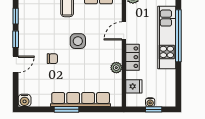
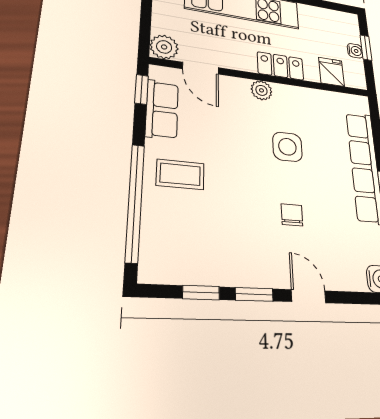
door: (124, 31) -> (201, 68), moved
side table: (78, 41) -> (287, 147), moved
plant: (116, 68) -> (261, 90), moved

